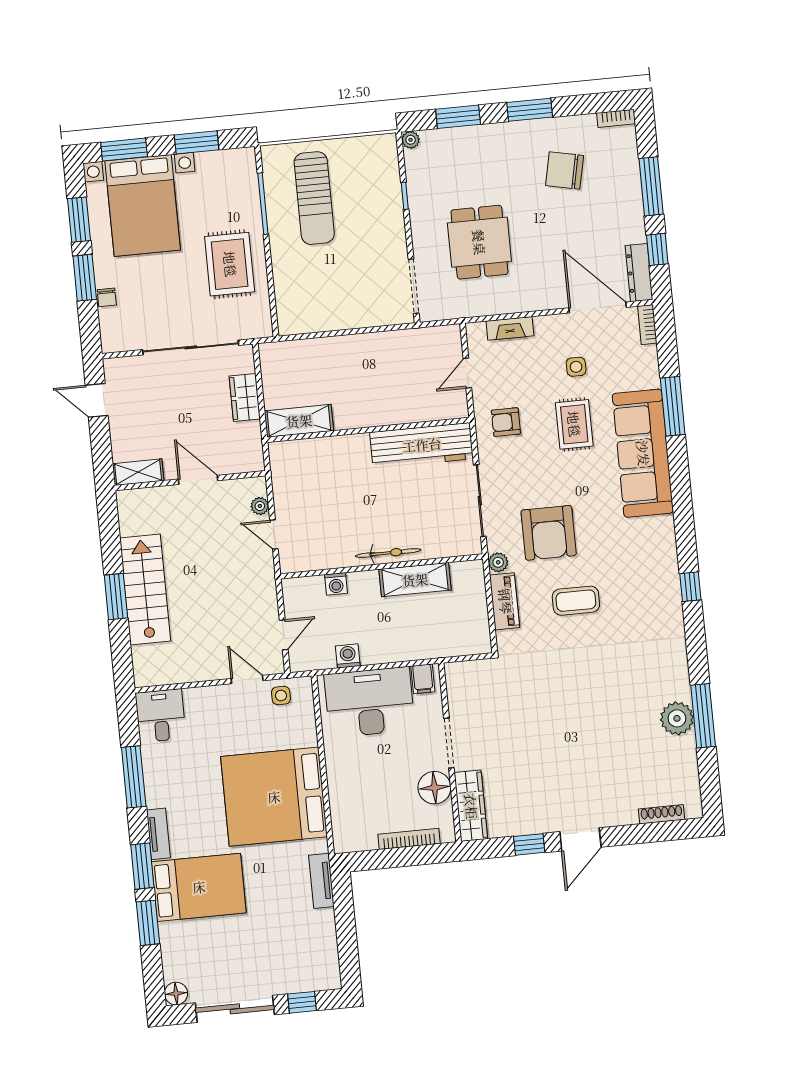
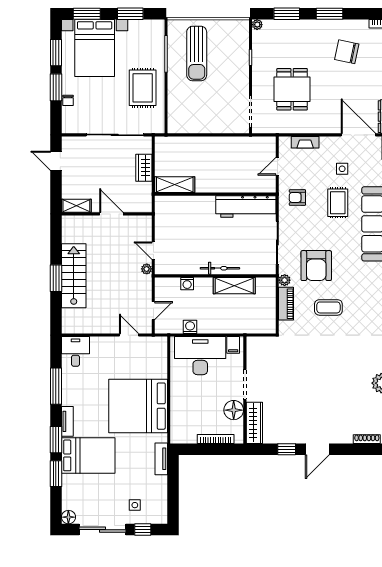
plant: (260, 506) -> (147, 269), moved
side table: (281, 696) -> (135, 505), moved

